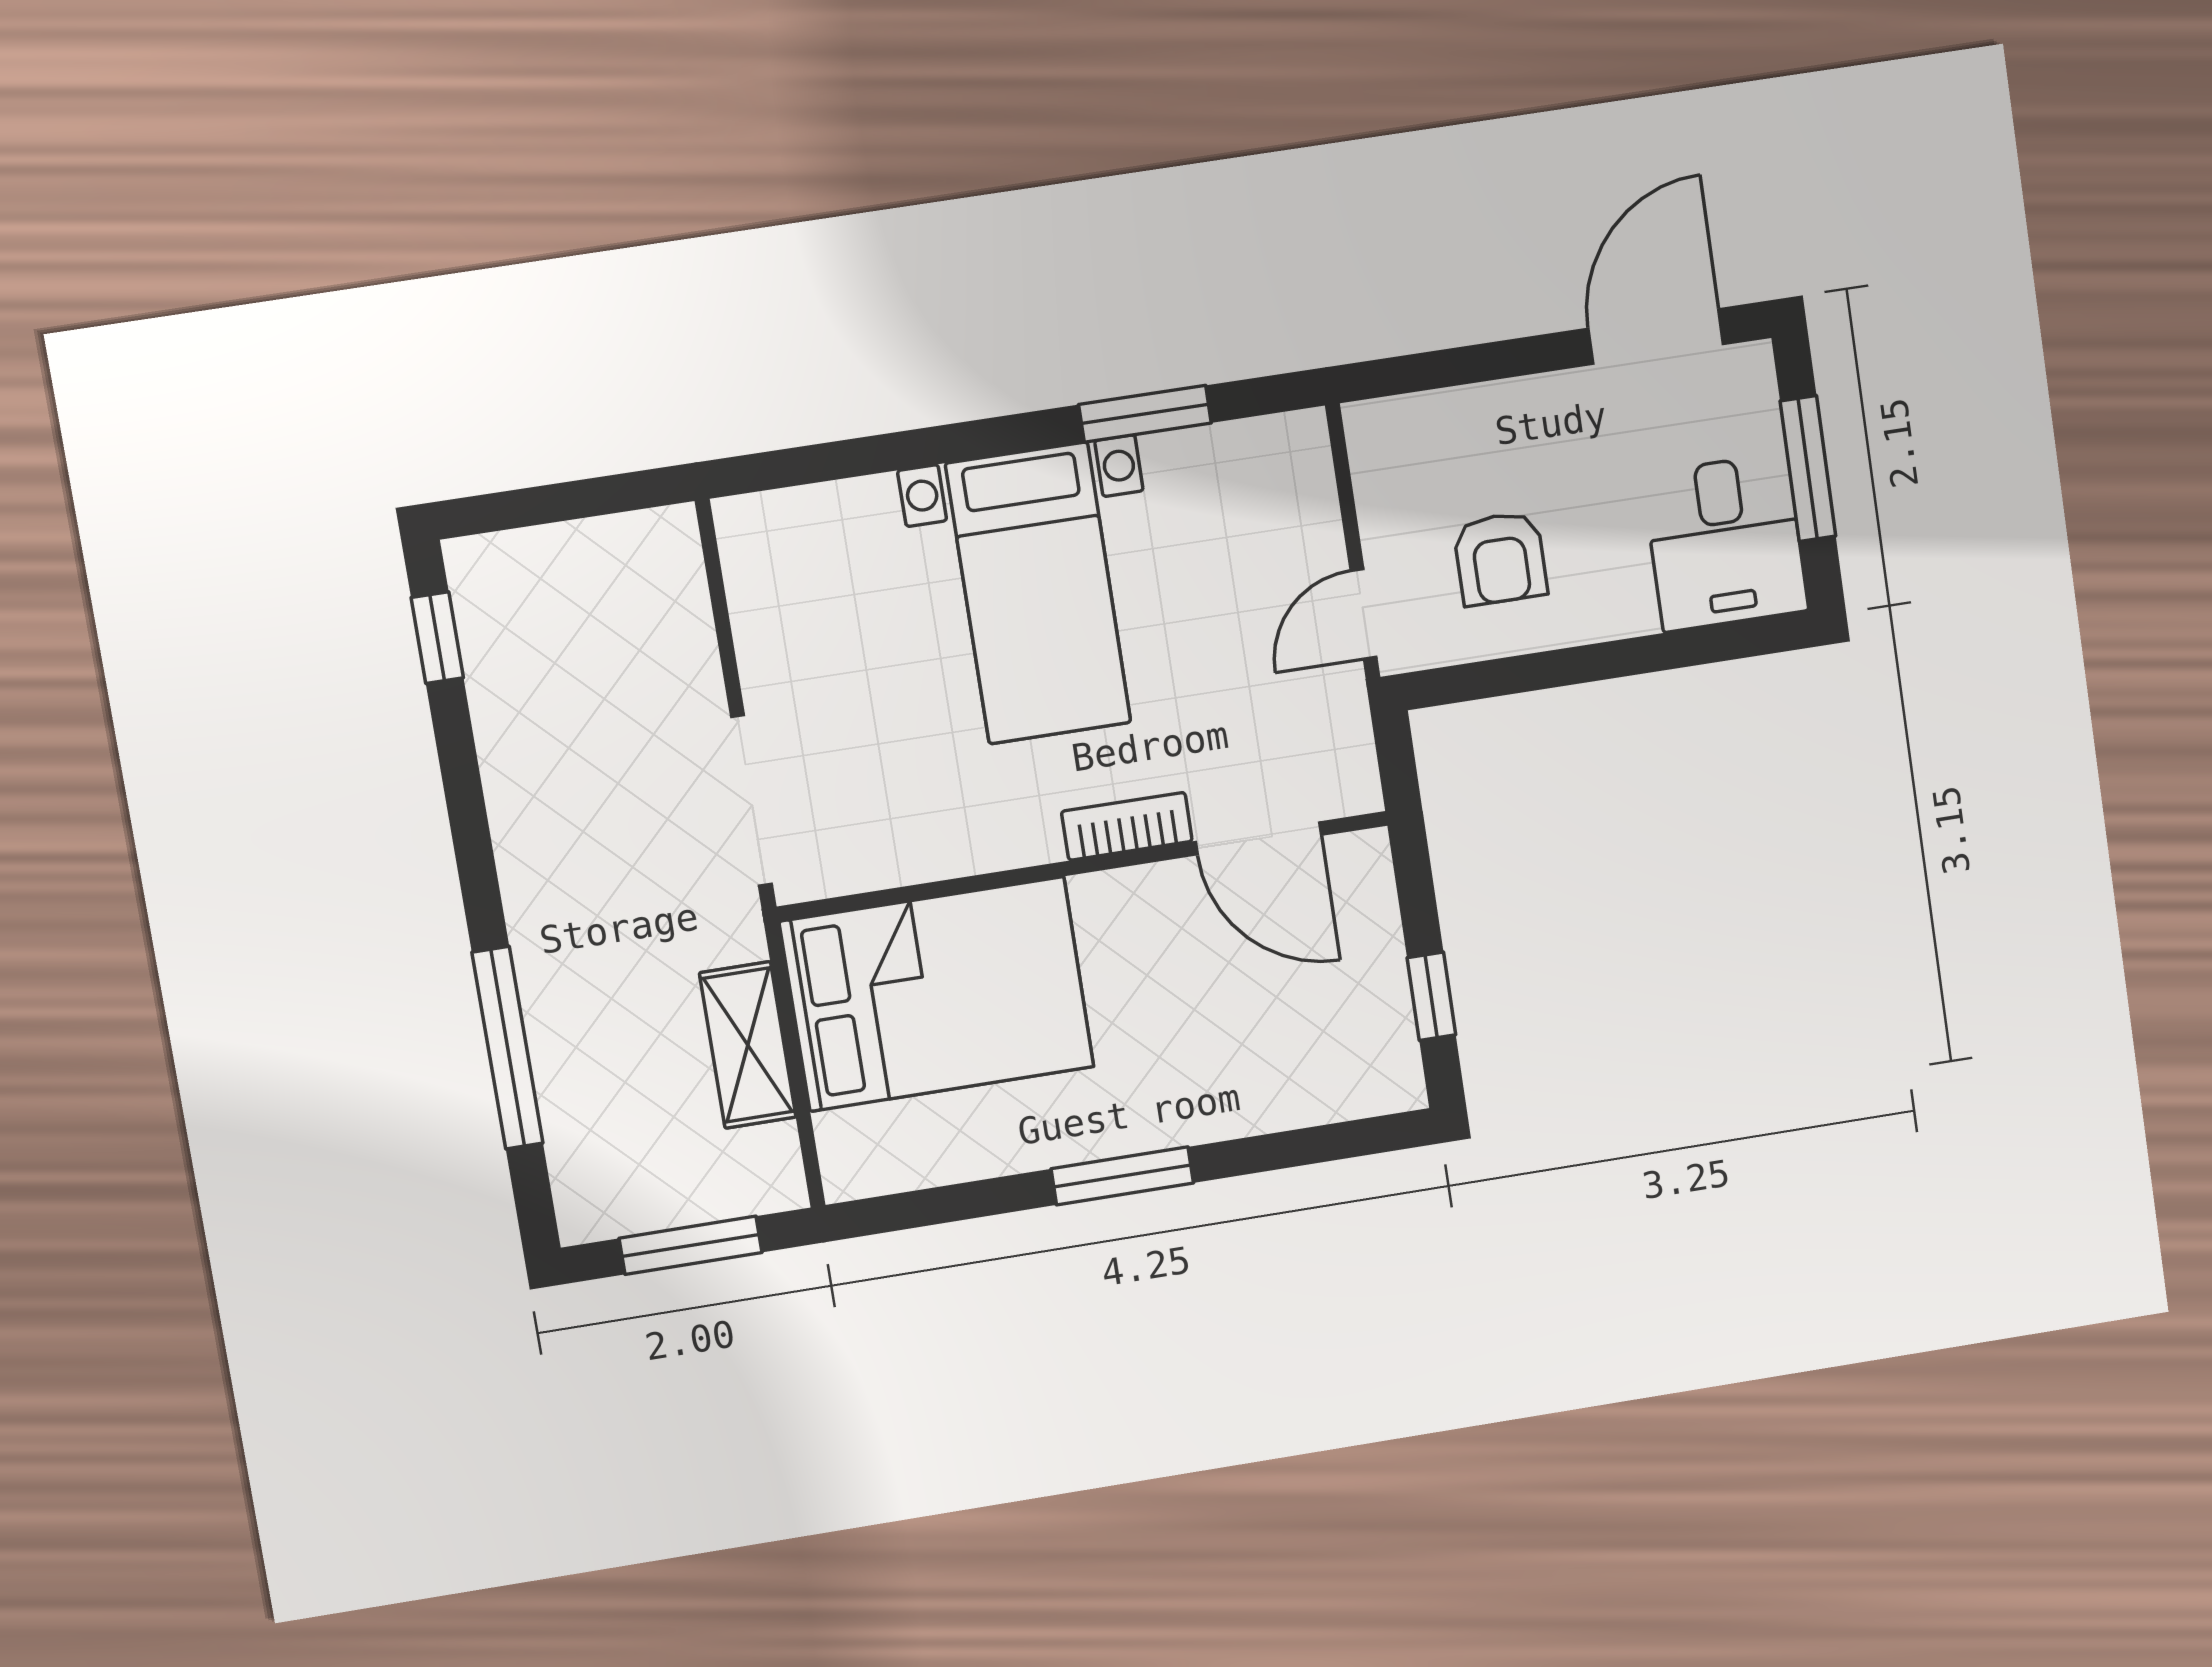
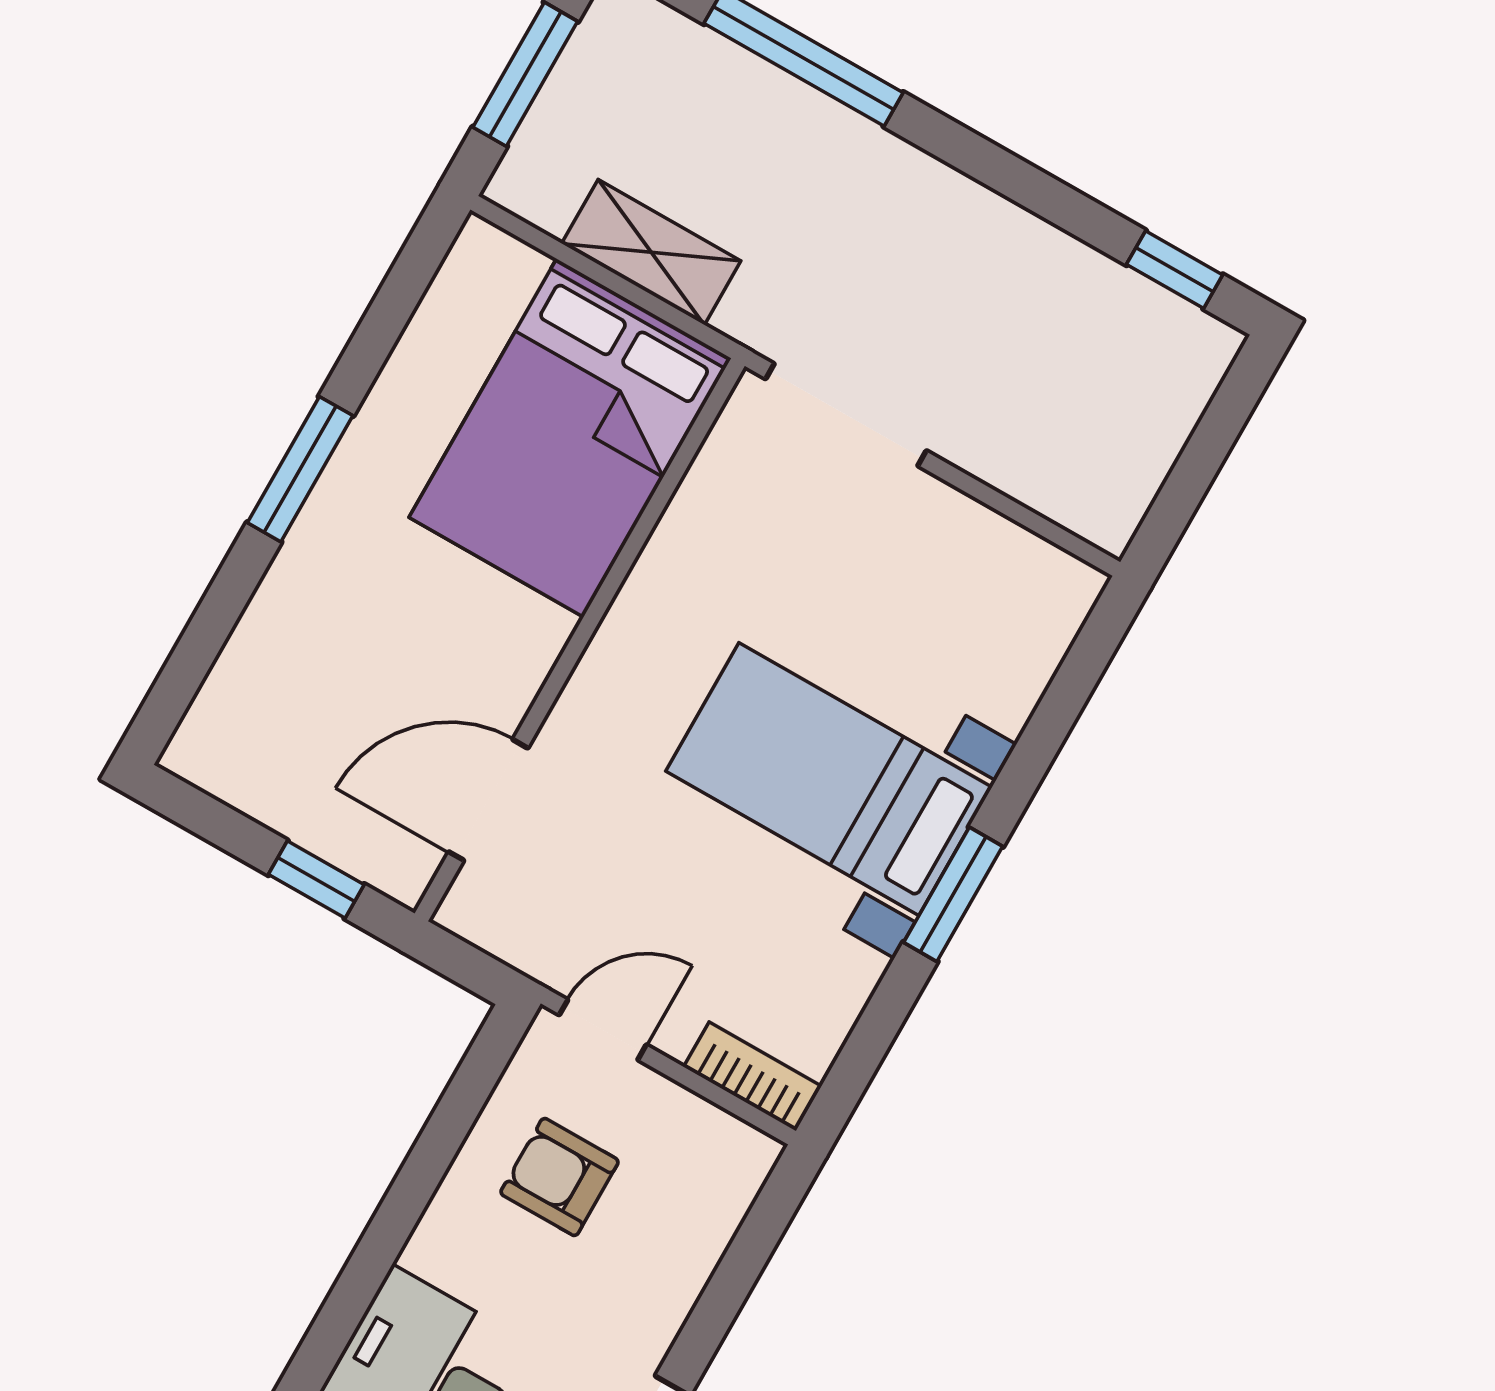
window: (1145, 414) -> (953, 894), moved
door: (1364, 614) -> (603, 1030), hinge flipped
bookcase: (1127, 826) -> (753, 1076), moved, turned -90
window: (1431, 996) -> (316, 880), moved

